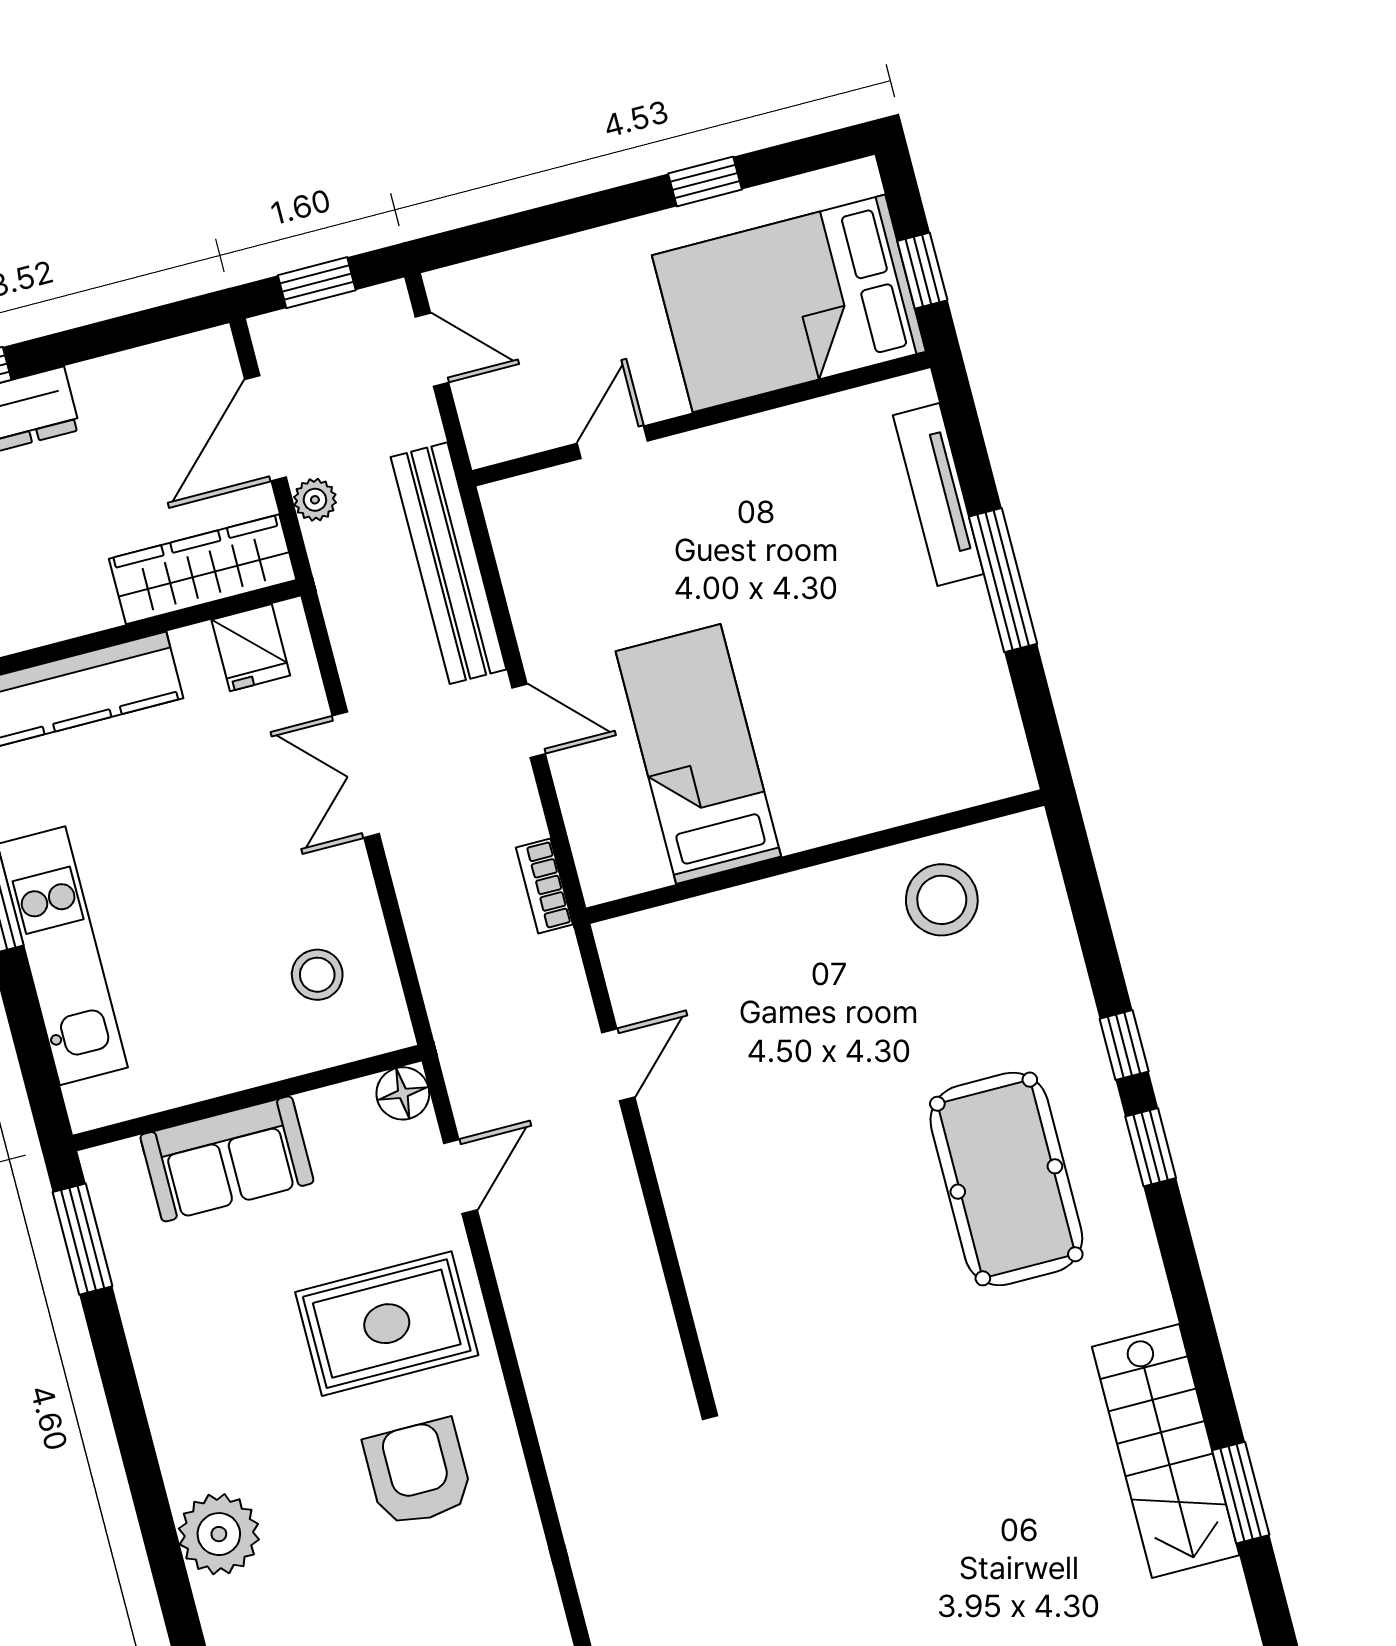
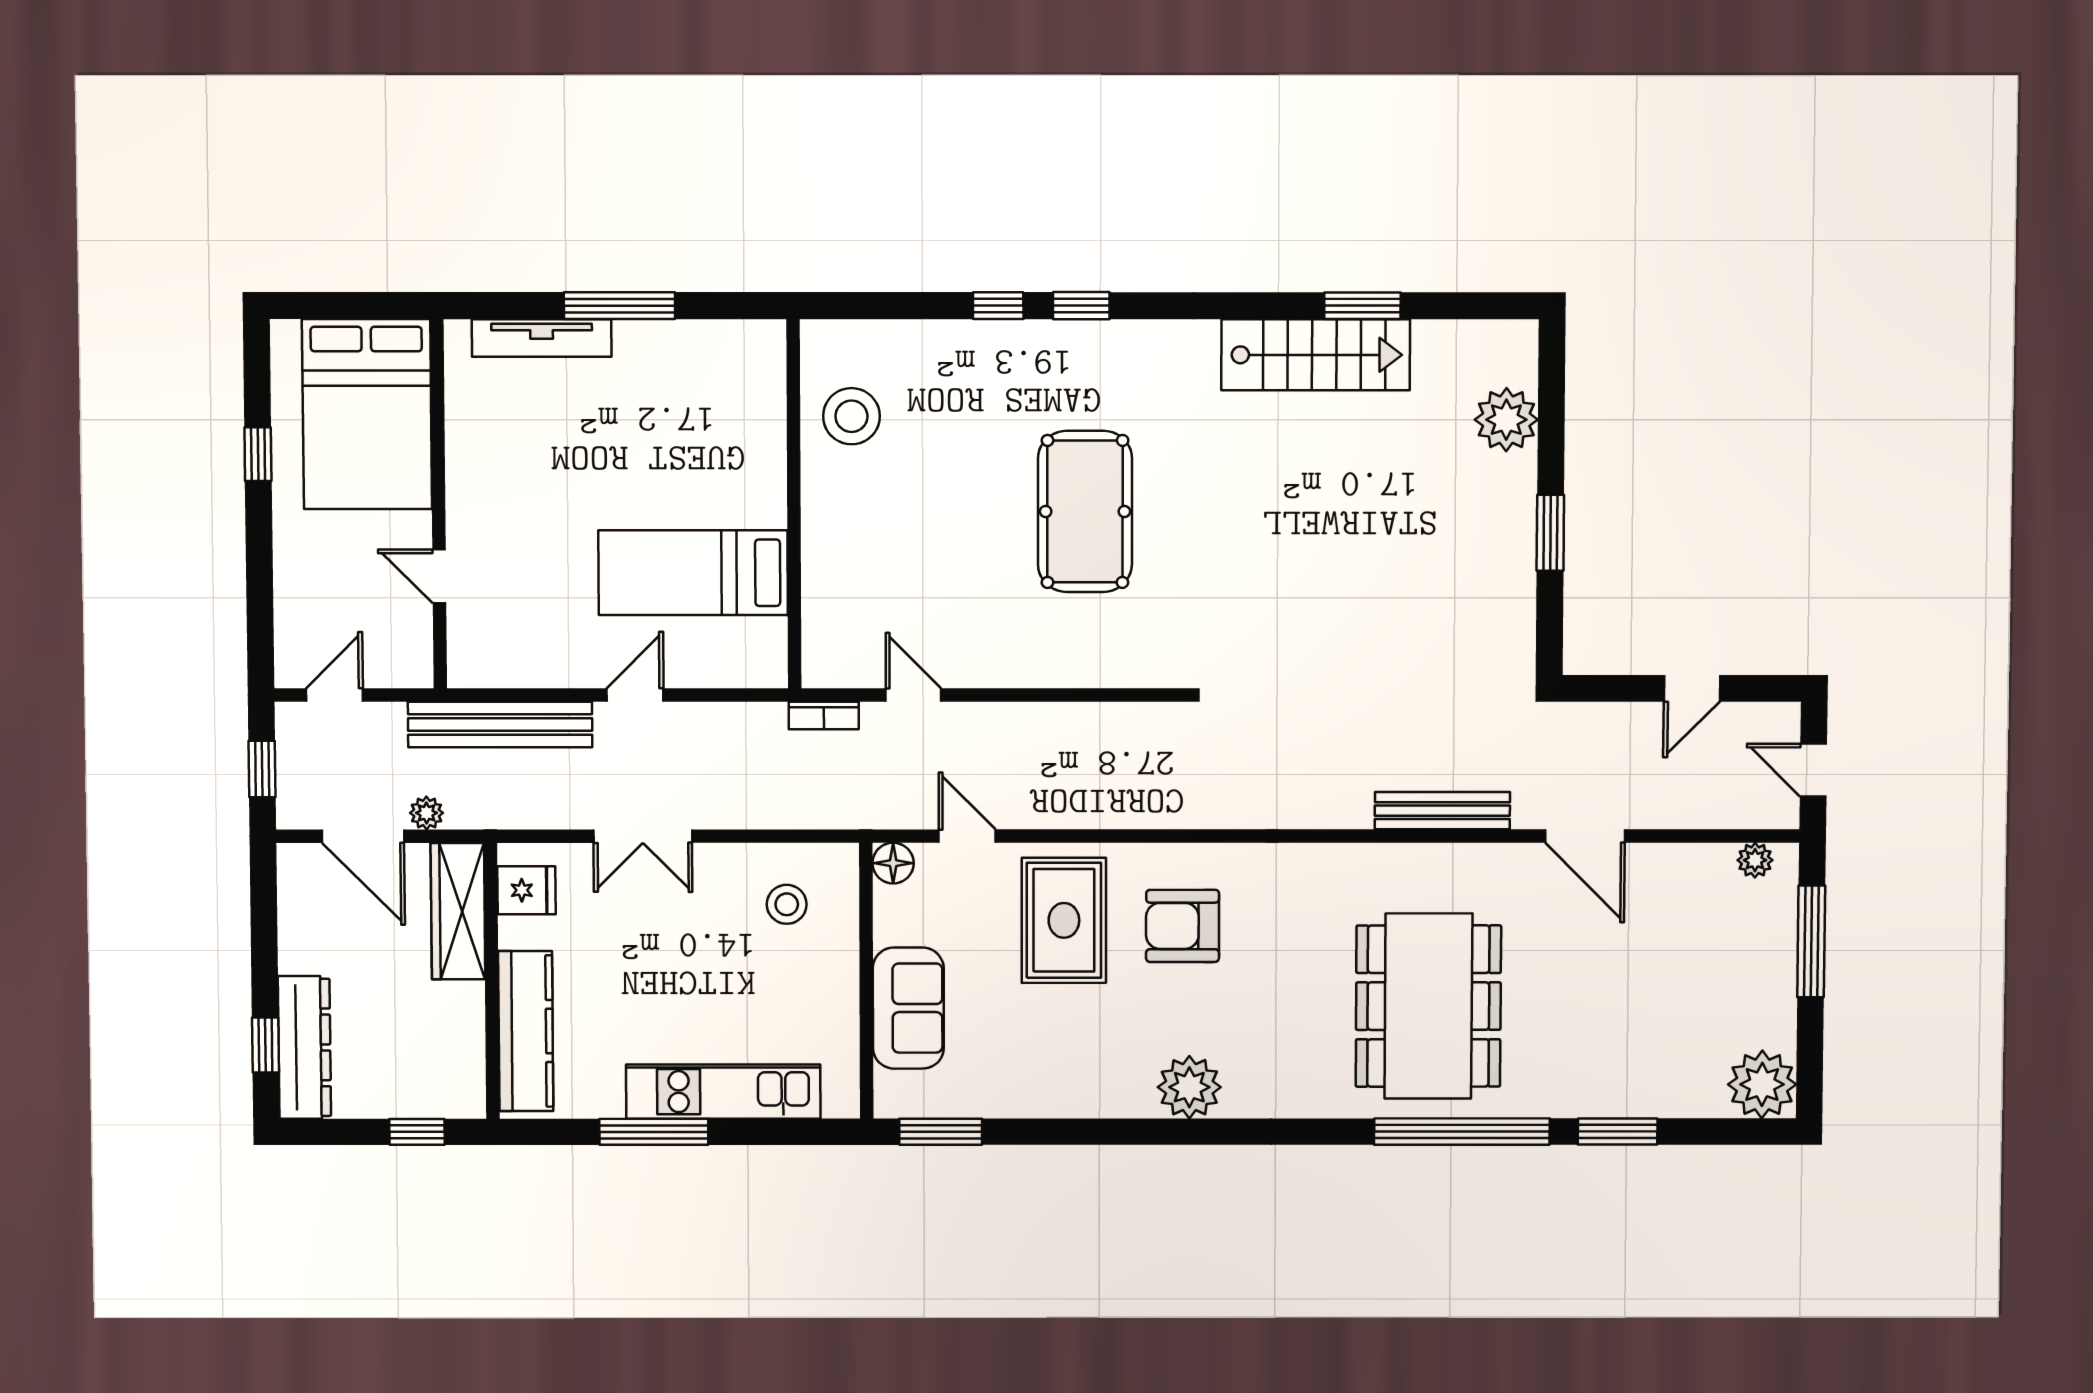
window: (922, 271) -> (367, 306), removed
bookcase: (544, 886) -> (824, 716), moved
pool table: (1006, 1179) -> (1085, 511), moved, turned 90

